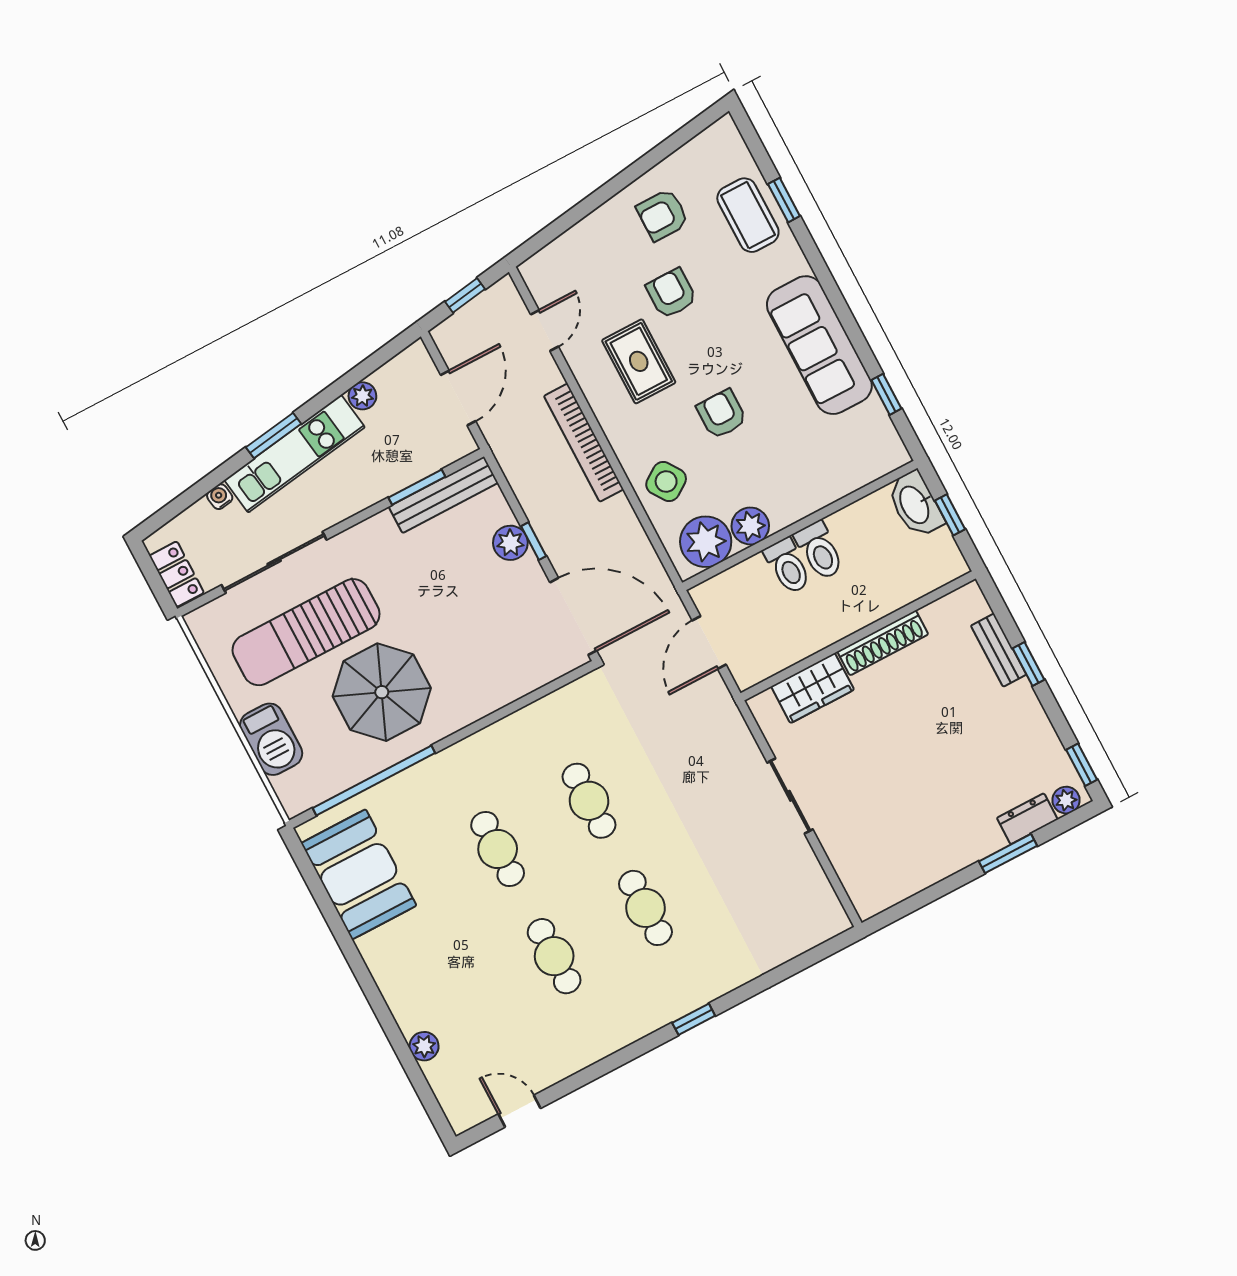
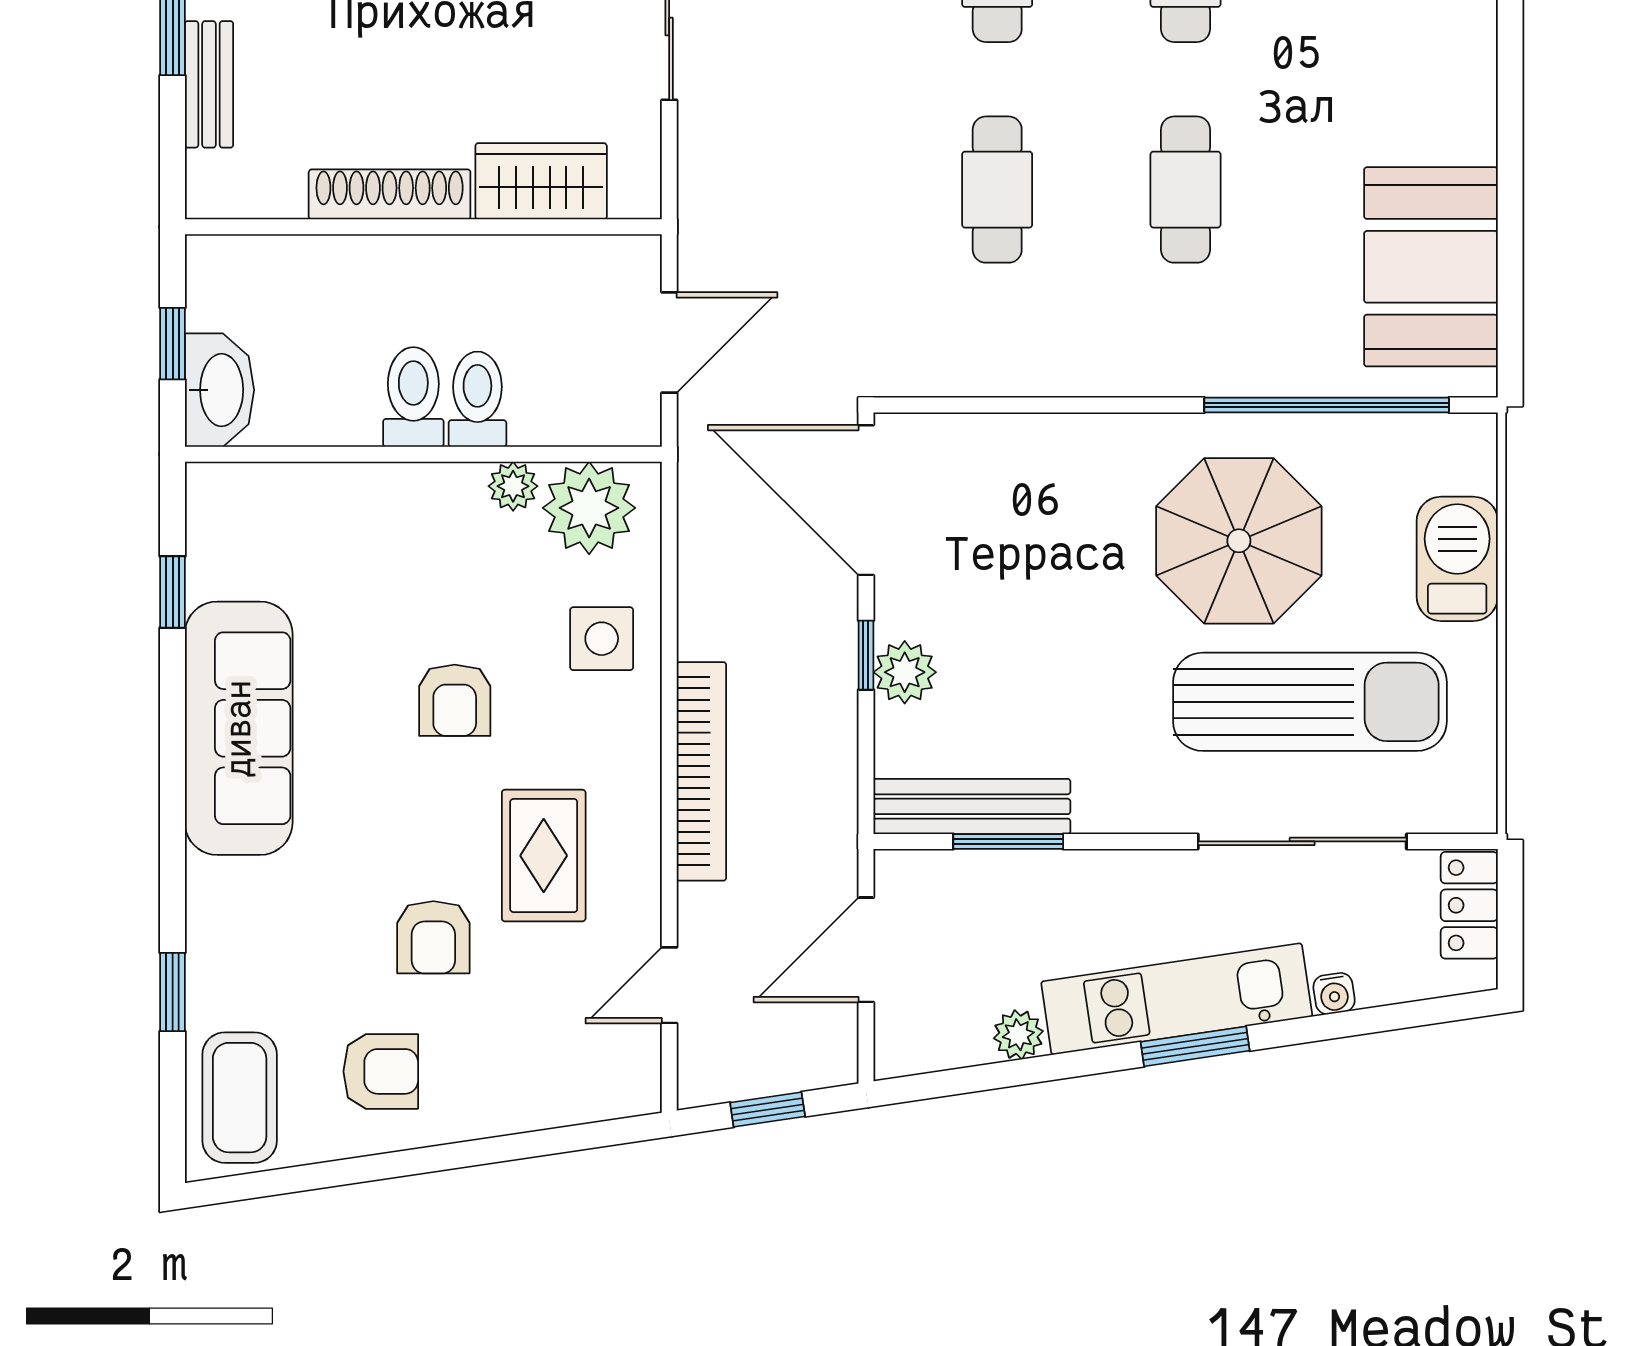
coffee table: (748, 215) -> (240, 1098), moved
side table: (666, 482) -> (602, 639), turned 34
plant: (750, 526) -> (513, 486), width x0.73, depth x0.73

